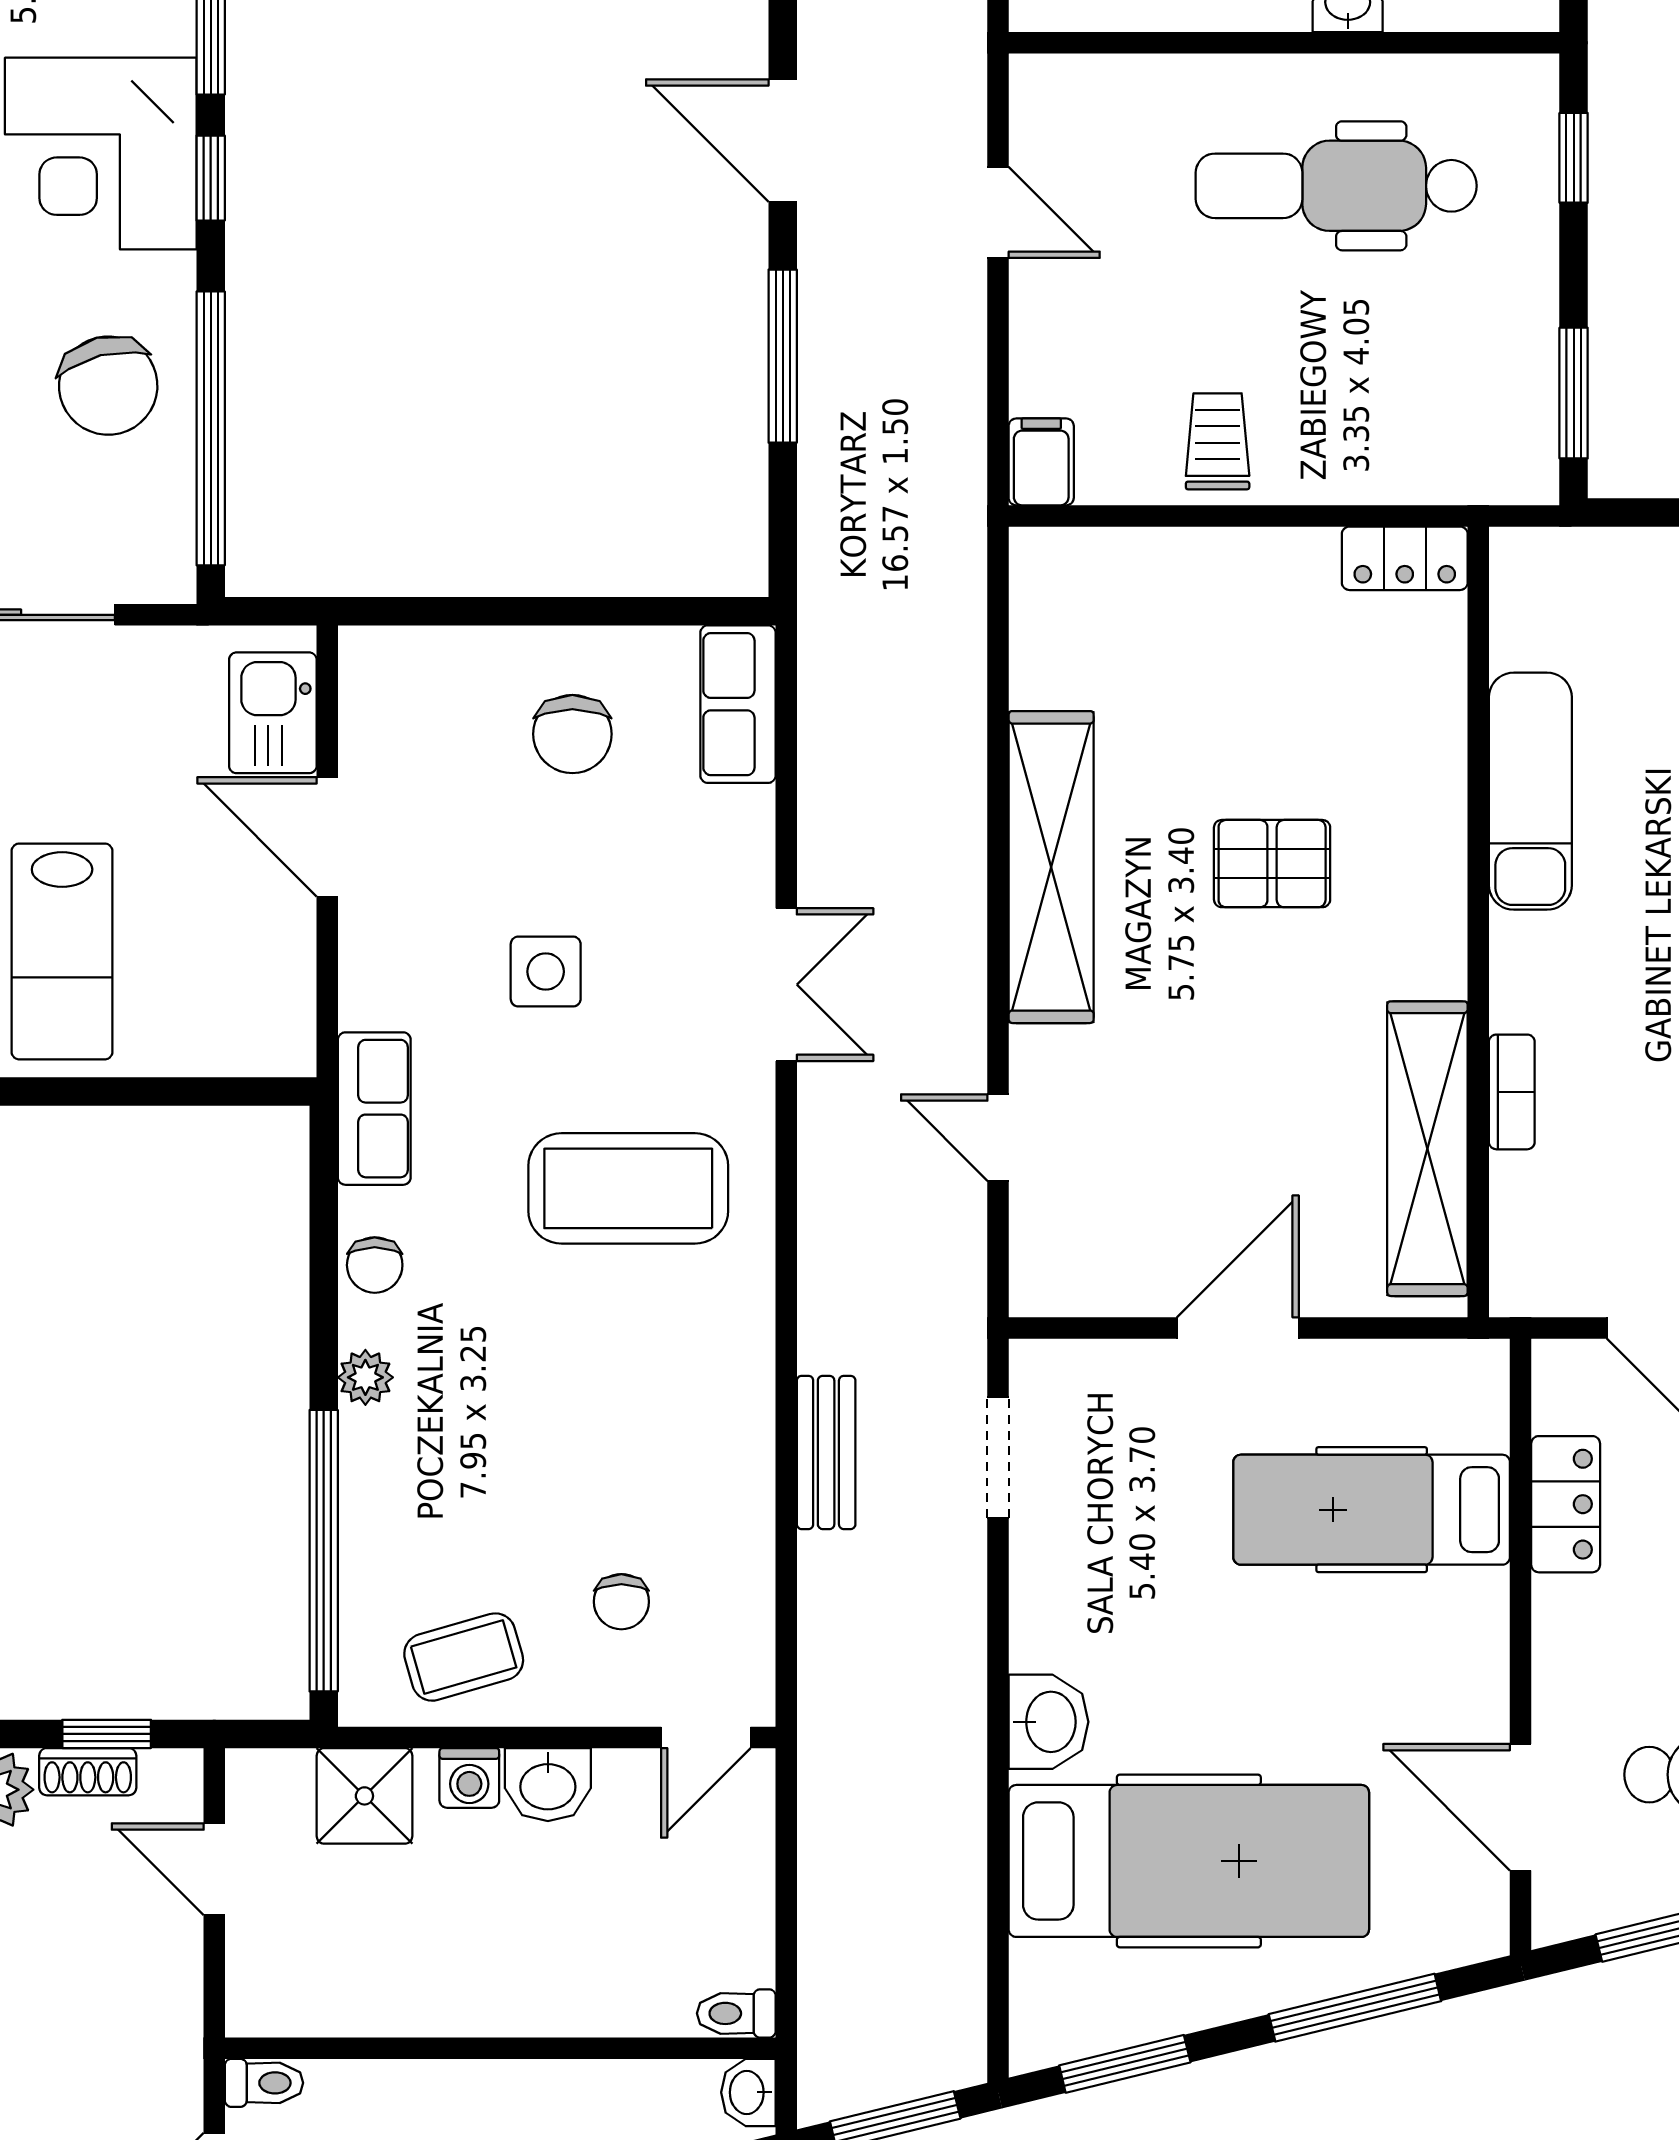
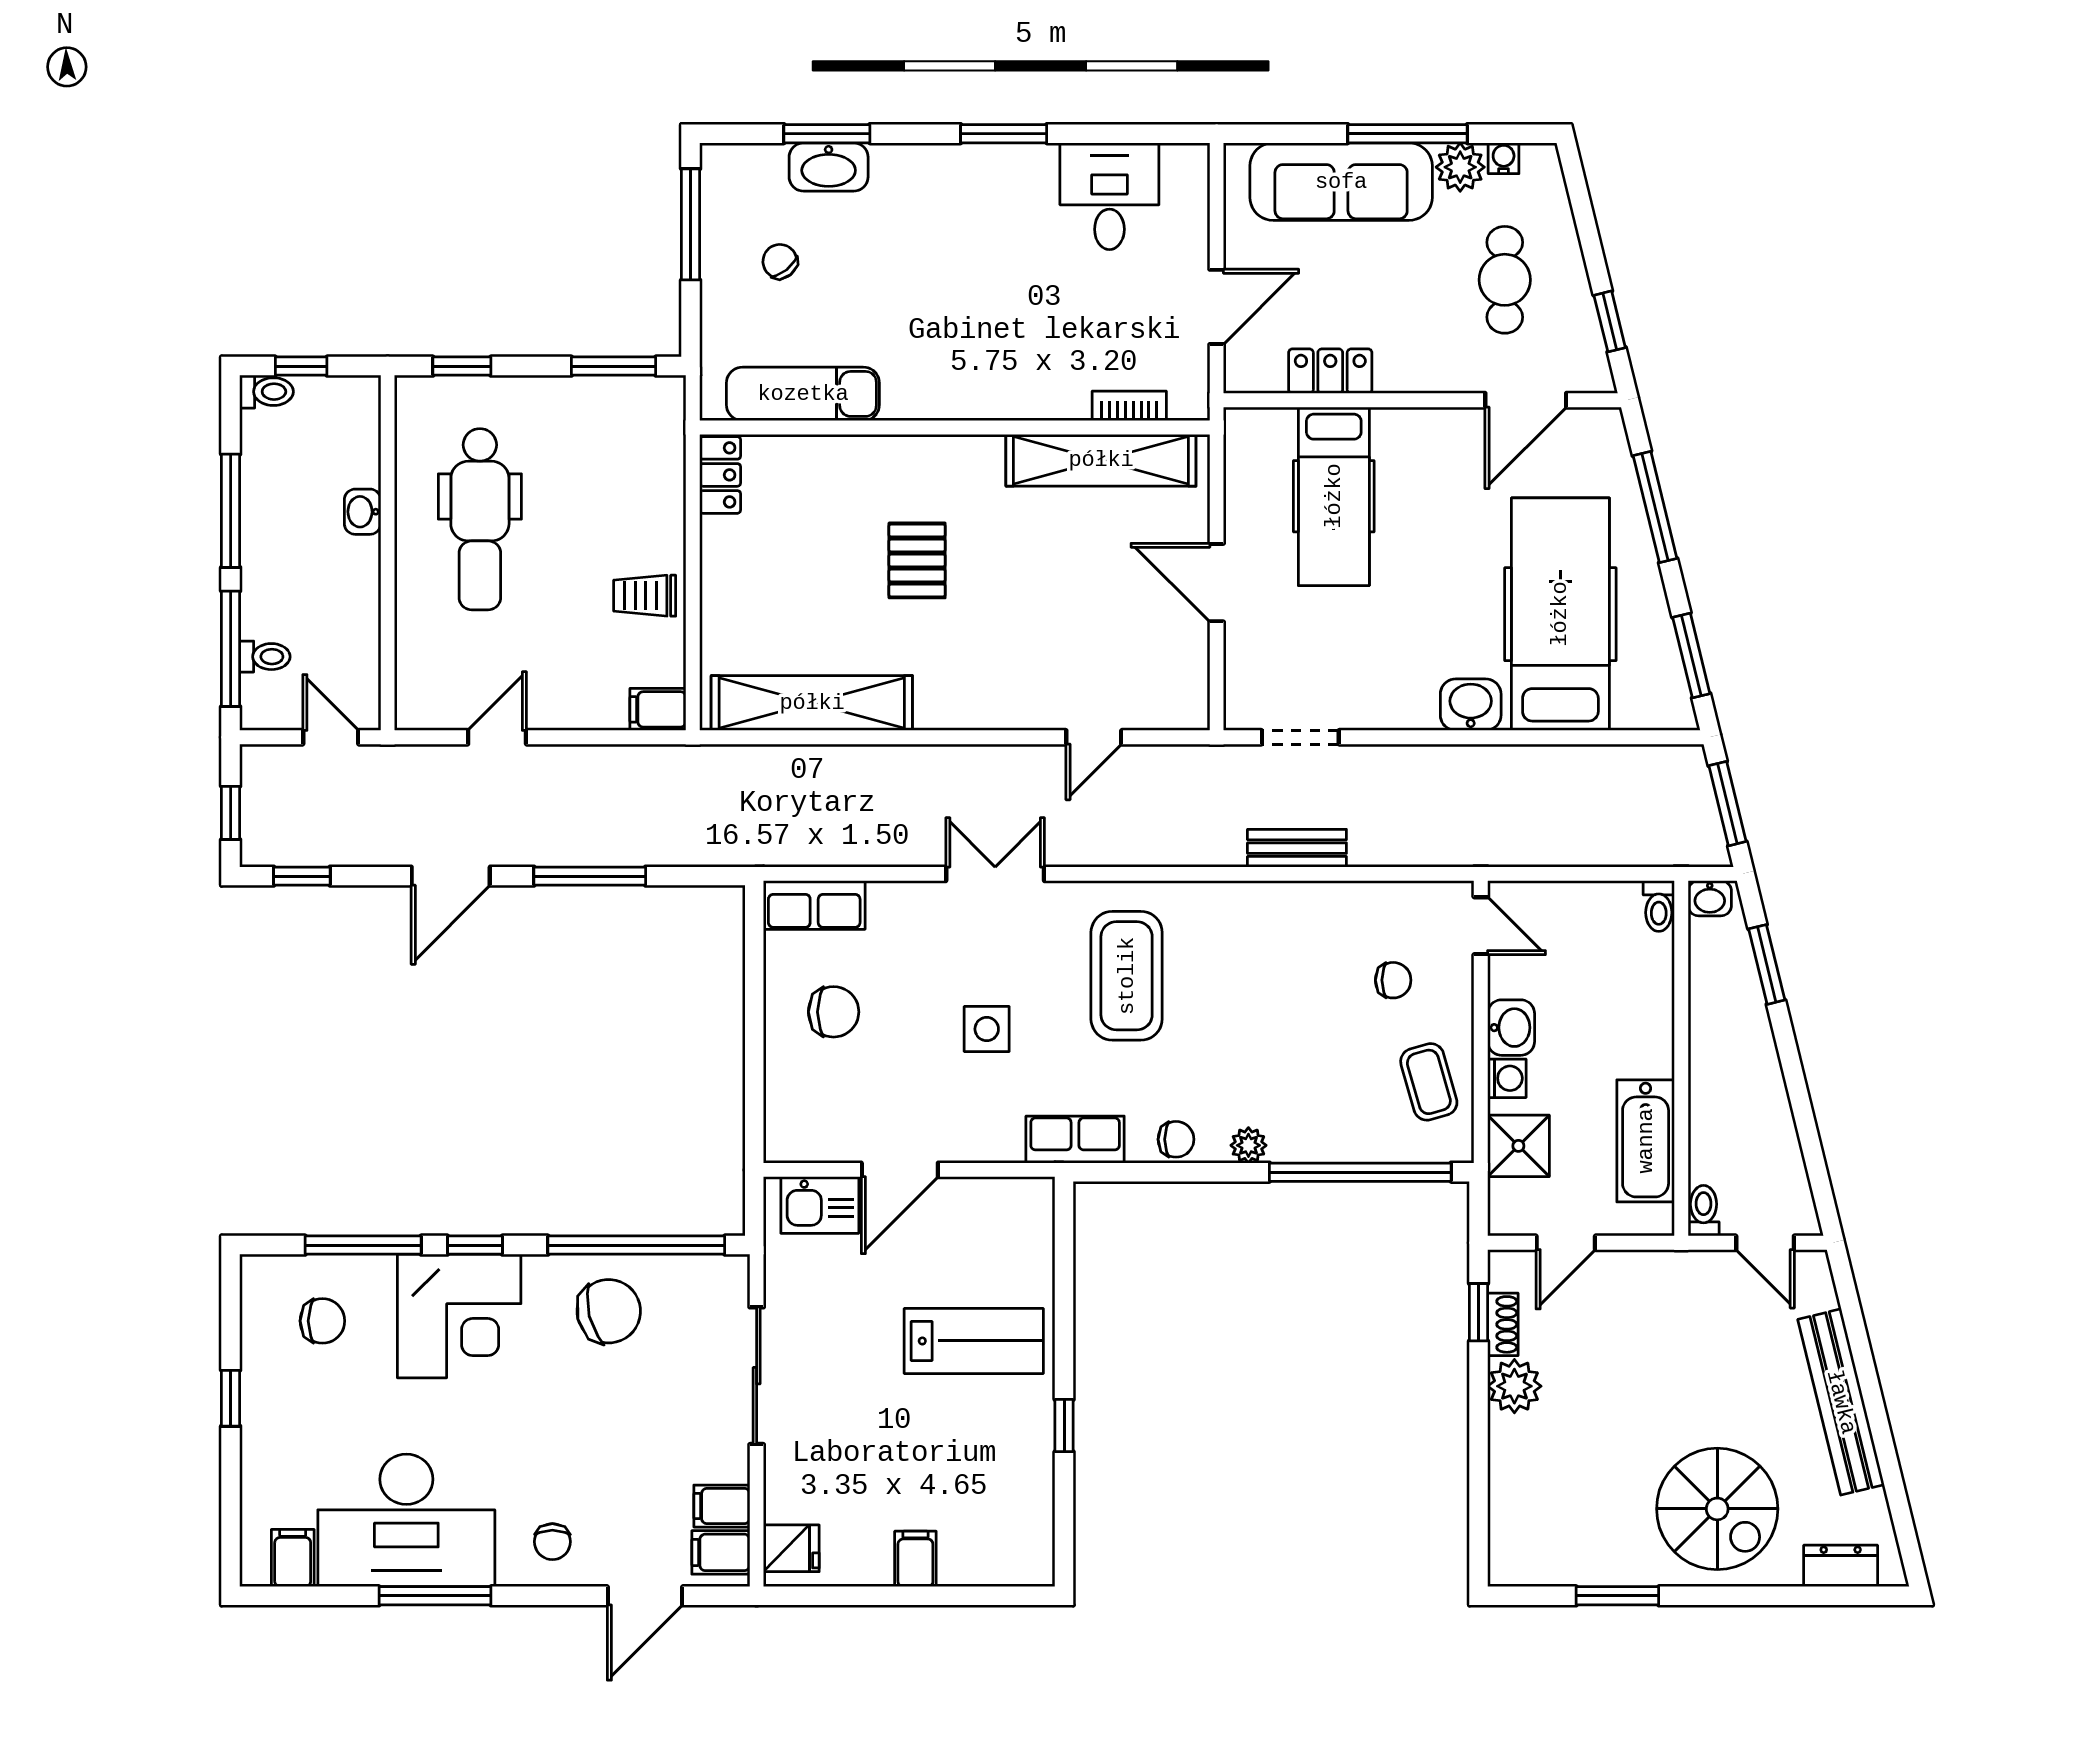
exam couch: (1530, 791) -> (803, 394), moved
shelving: (1051, 867) -> (812, 703), moved
bookcase: (1512, 1092) -> (1129, 406), moved
bathtub: (372, 1993) -> (1646, 1141), added

